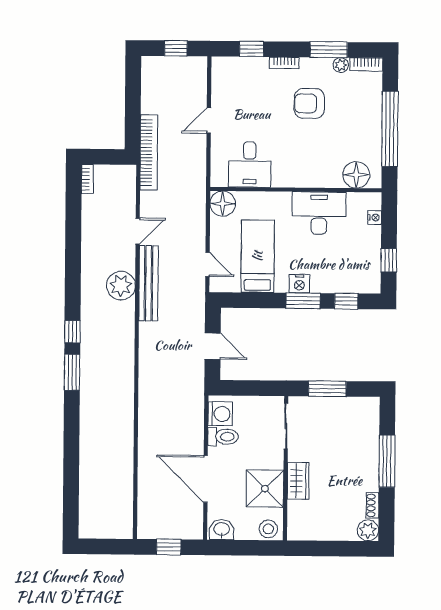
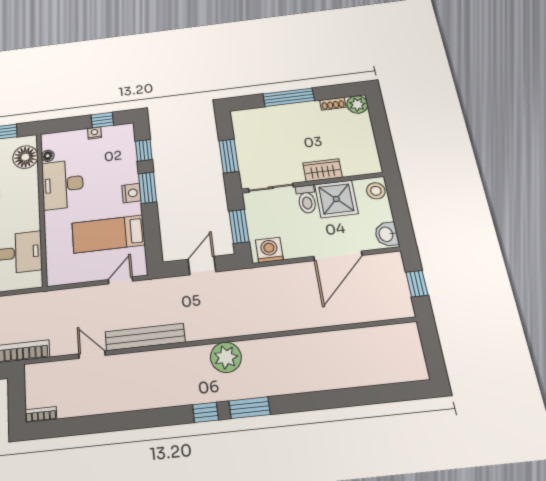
floor lamp: (223, 204) -> (48, 156), moved, width x0.53, depth x0.53
nightstand: (375, 218) -> (95, 133), moved
plant: (121, 286) -> (226, 357), moved
window: (249, 388) -> (239, 226), added
toilet: (223, 437) -> (307, 199), moved, turned 180

